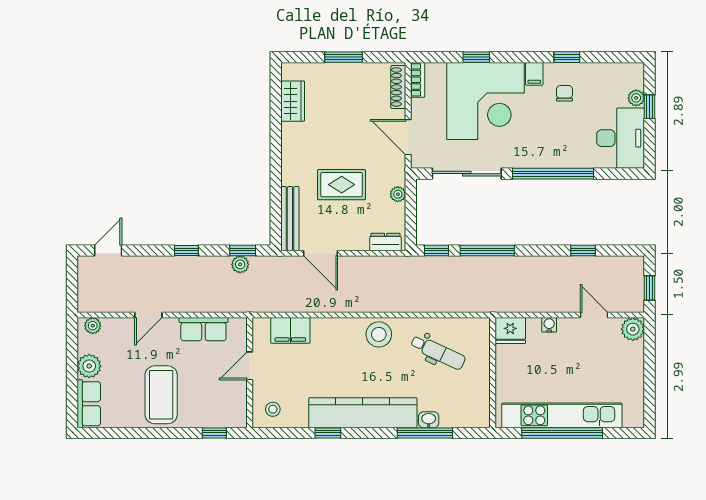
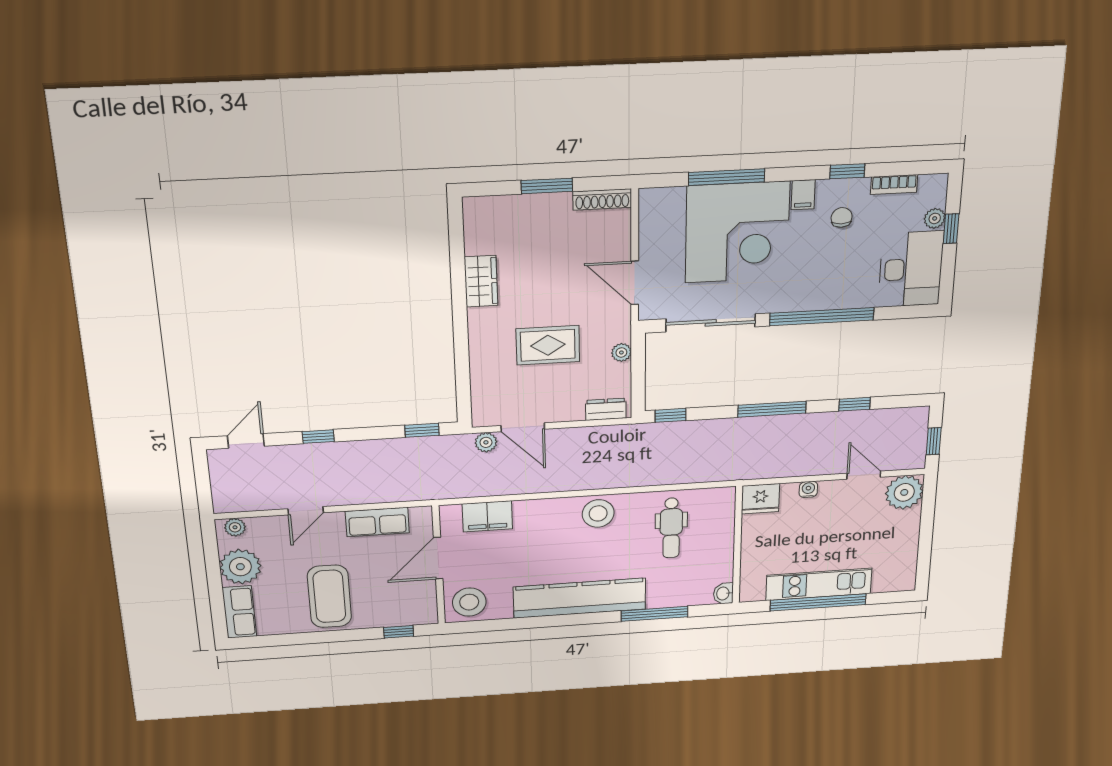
window: (476, 57) -> (727, 177), width x2.17
bookcase: (418, 80) -> (894, 185), moved, turned 90
shoe rack: (398, 87) -> (602, 199), moved, turned -90
wardrobe: (293, 101) -> (481, 281), moved
bench: (290, 219) -> (482, 389), removed
window: (186, 251) -> (318, 437), moved
window: (487, 251) -> (772, 409), moved
plant: (240, 264) -> (486, 442), moved
plant: (633, 329) -> (904, 492), width x1.36, depth x1.36
dental chair: (438, 352) -> (671, 528), turned 65
plant: (89, 366) -> (240, 567), width x1.36, depth x1.36
door: (250, 366) -> (438, 558), width x1.38
stool: (273, 409) -> (469, 602), width x1.89, depth x1.89
kitchen unit: (562, 415) -> (819, 584), width x0.73
washbasin: (429, 420) -> (723, 593), moved, turned -90
window: (328, 433) -> (537, 622), removed

